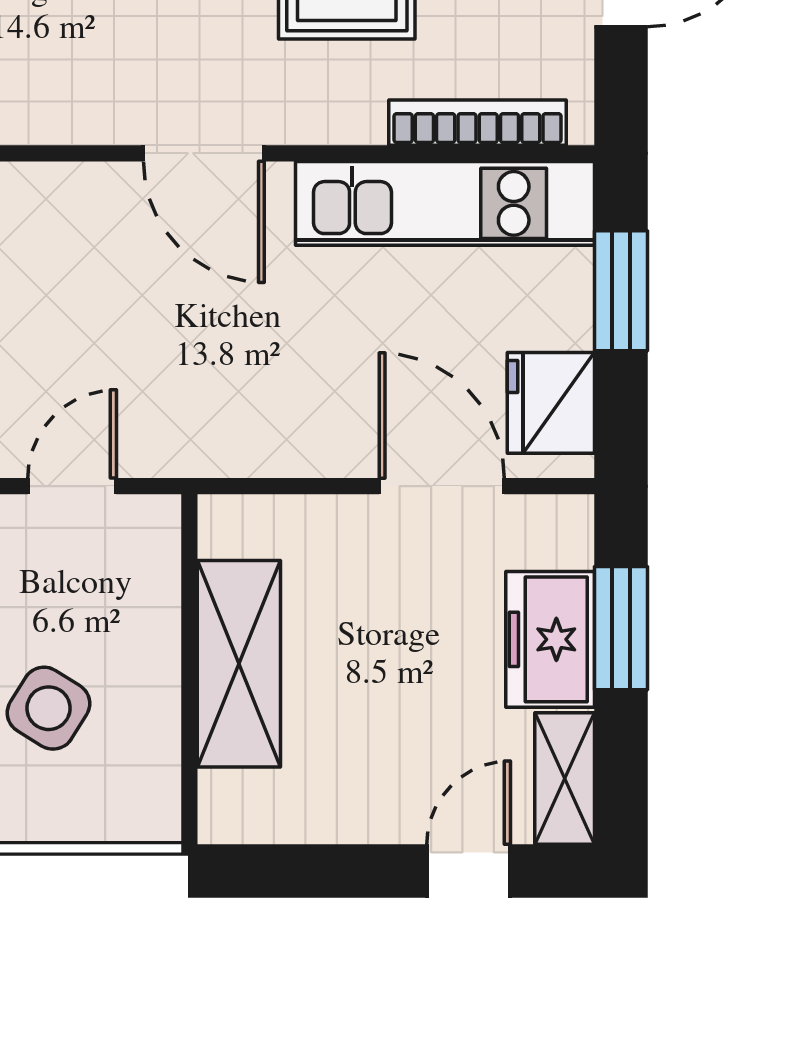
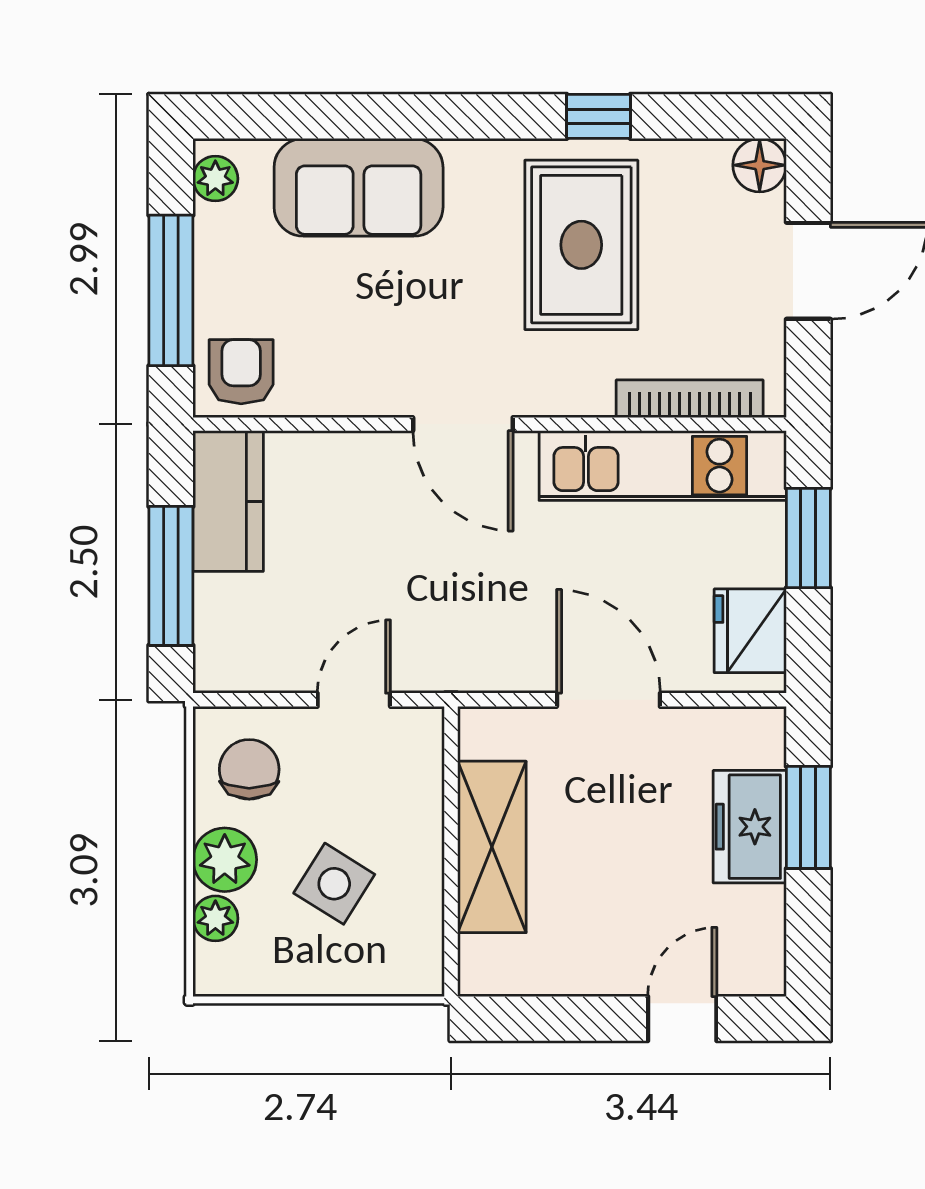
door: (442, 486) -> (608, 700), moved
shelving: (565, 778) -> (762, 942), removed

